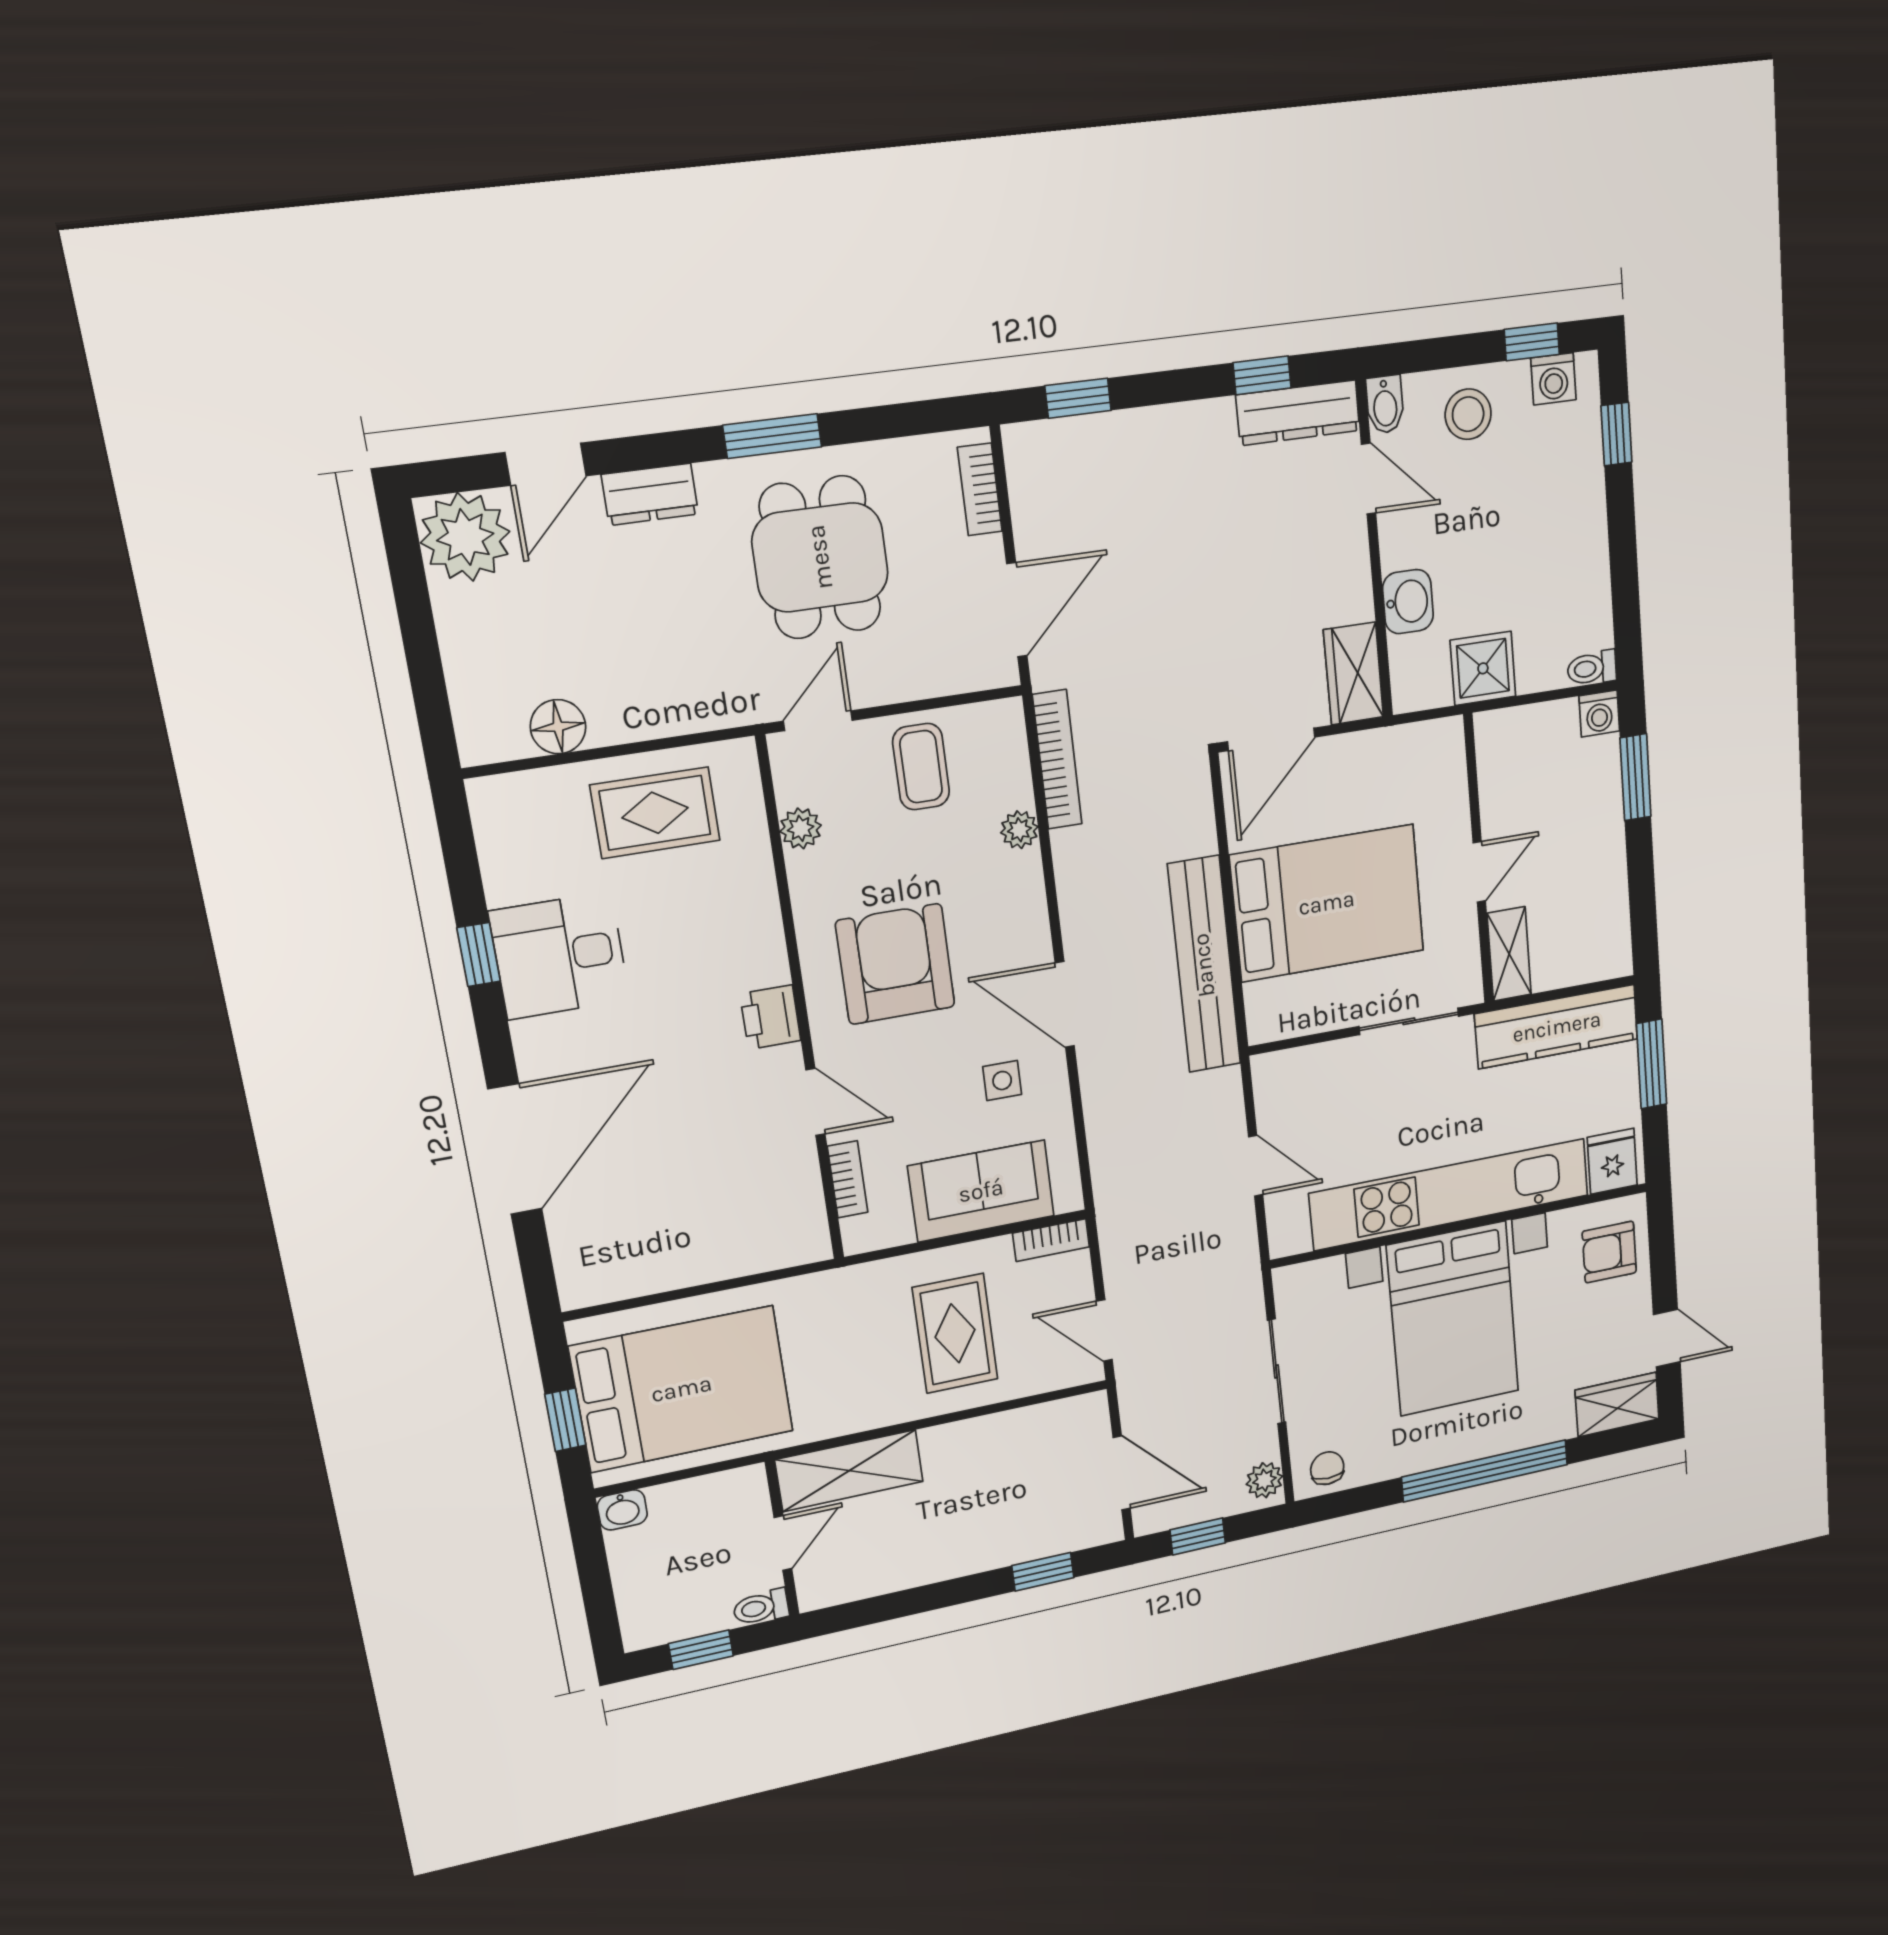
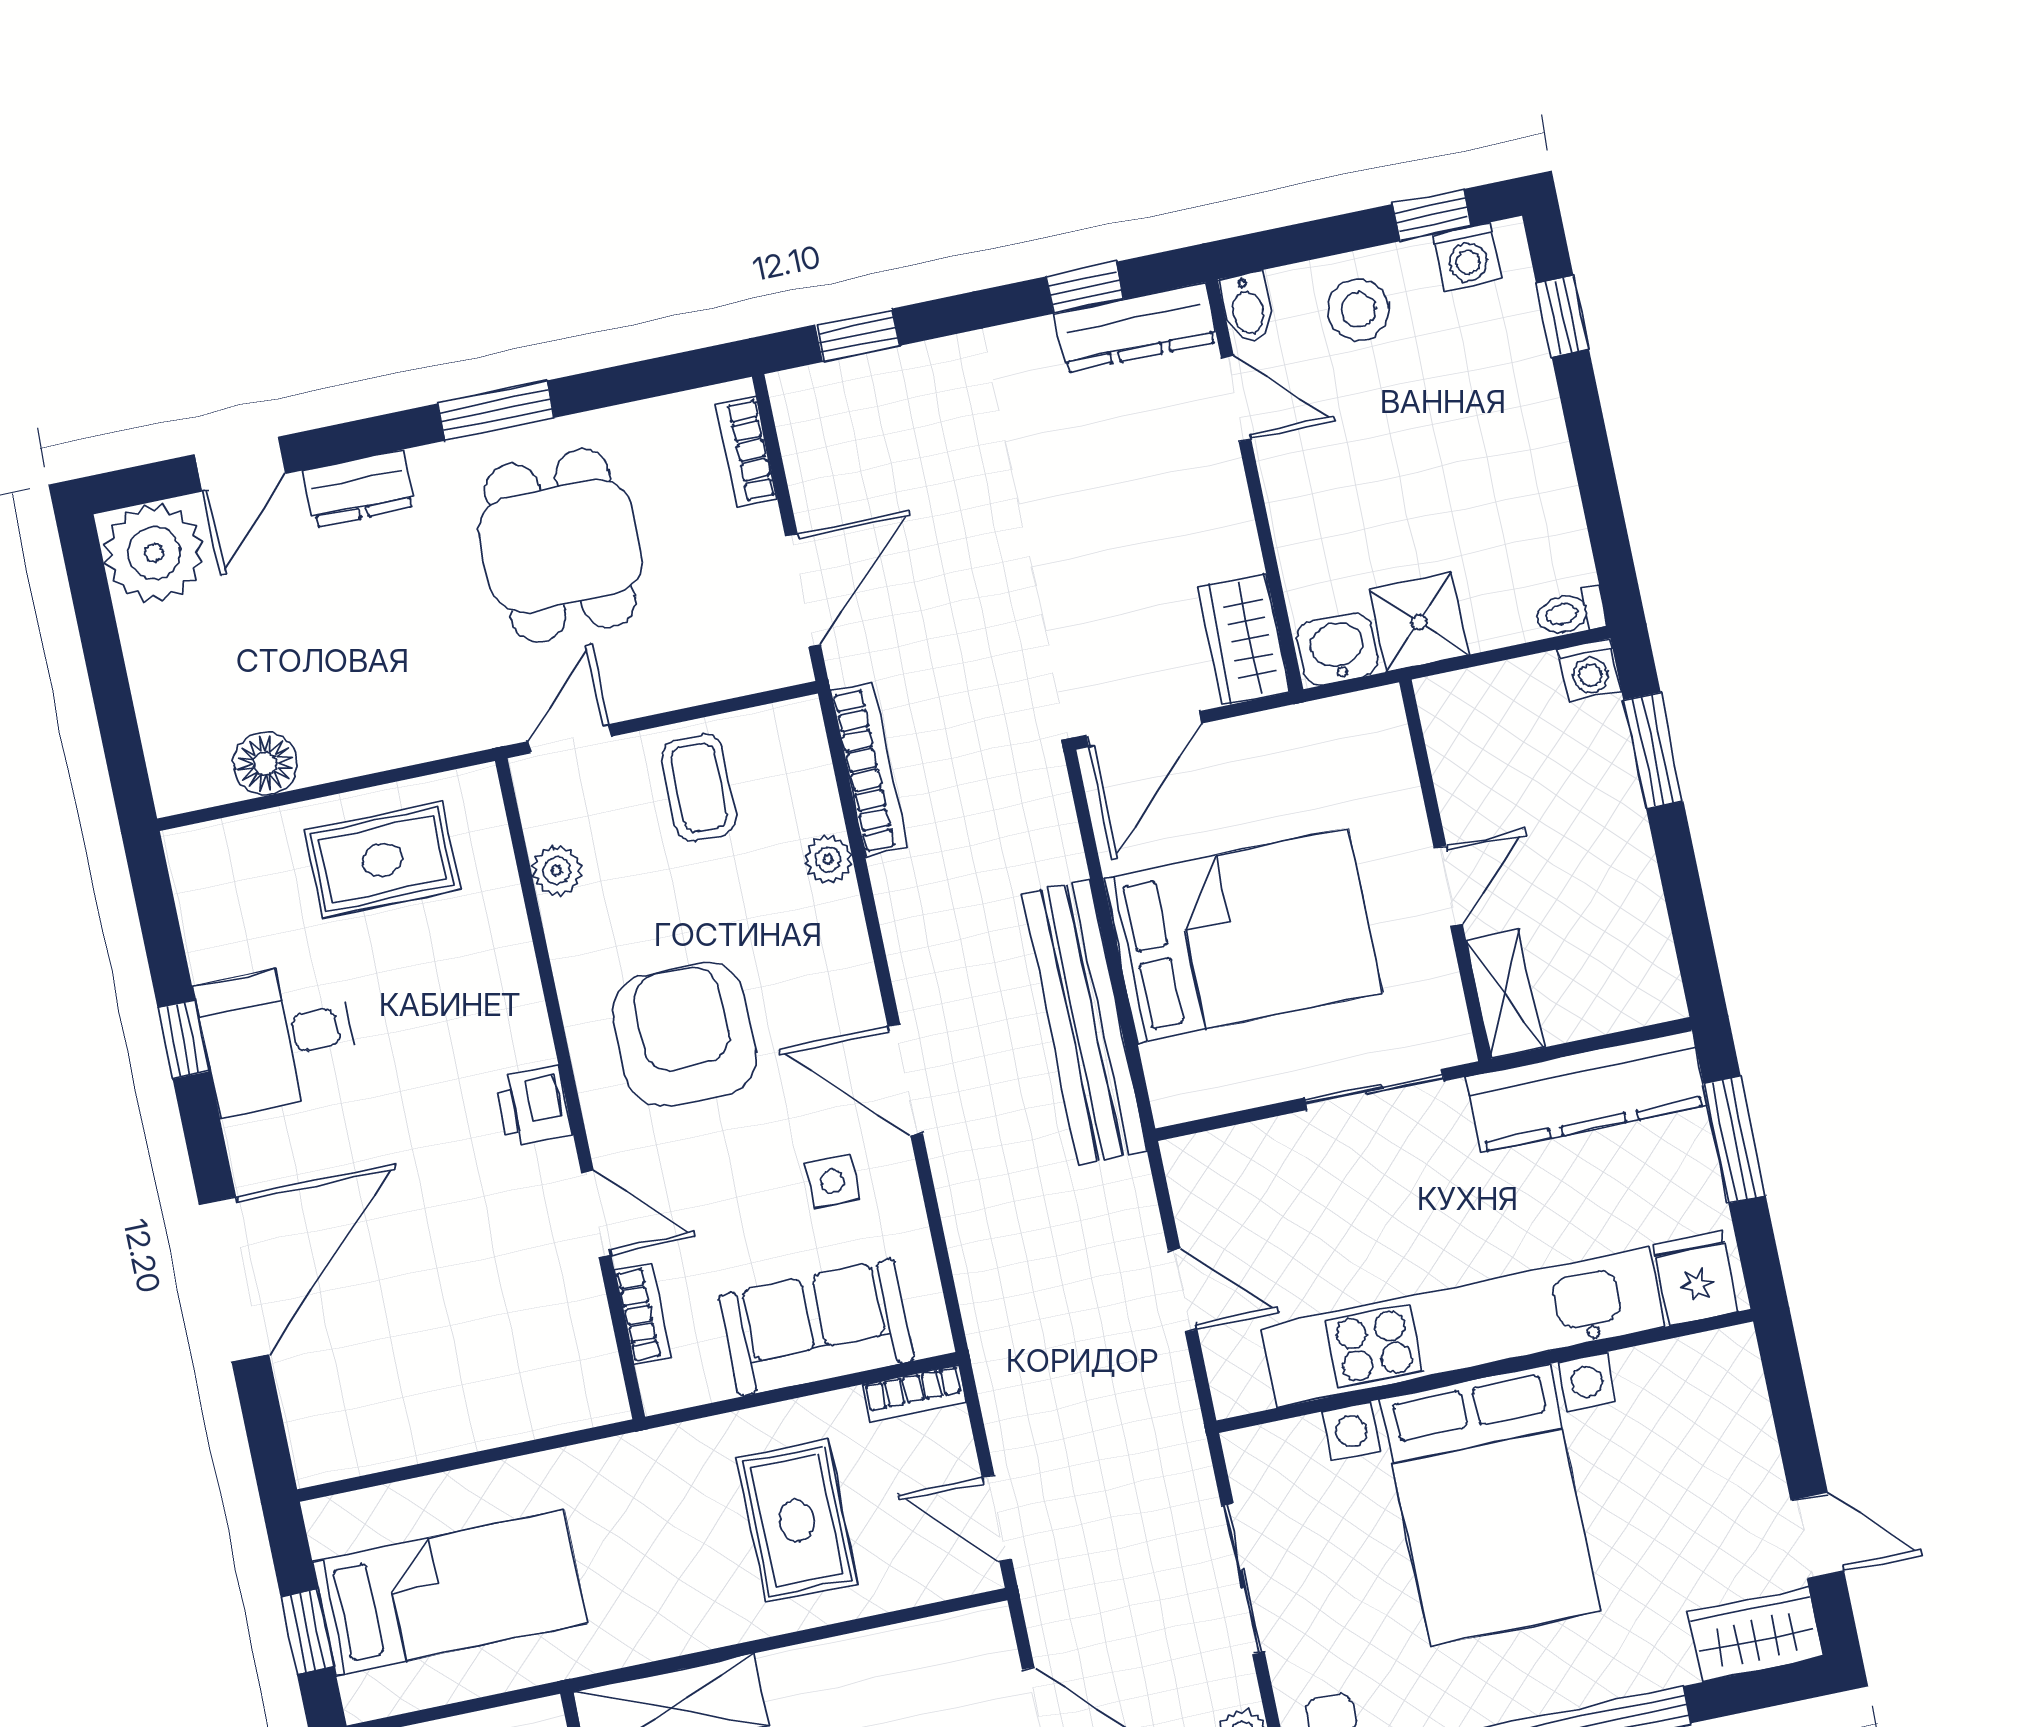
washbasin: (1408, 602) -> (1337, 649), moved, turned -90
armchair: (1609, 1252) -> (1710, 1409), removed
bed: (682, 1389) -> (450, 1593), width x0.67

